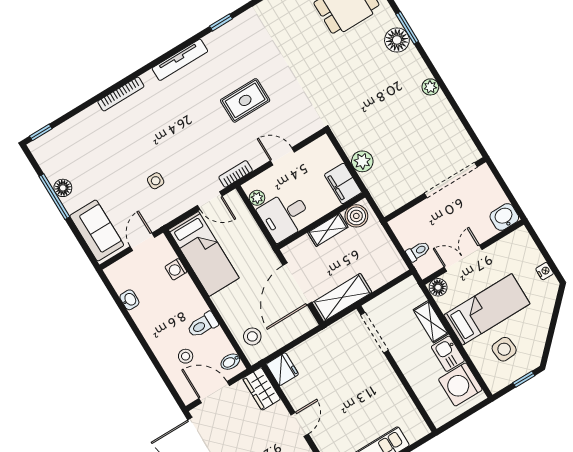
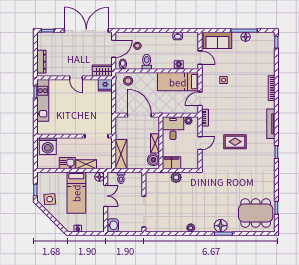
rug: (245, 100) -> (235, 142), turned 90
shelving: (342, 297) -> (121, 154), moved
side table: (504, 349) -> (50, 199), moved
washing machine: (460, 384) -> (48, 146), moved, turned 180

